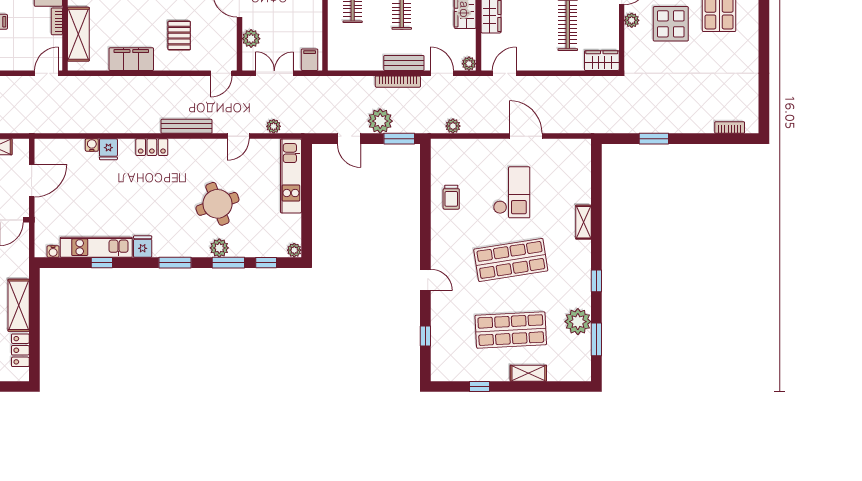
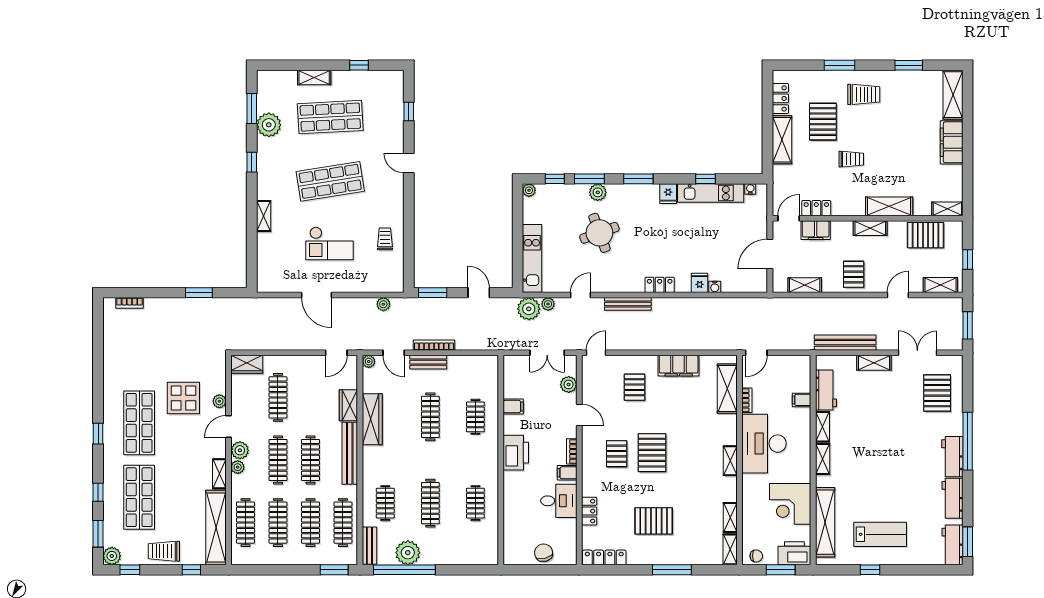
filing cabinet: (310, 60) -> (513, 406), moved, turned -90
plant: (380, 121) -> (529, 309), moved
checkout: (512, 192) -> (329, 243), turned -90

